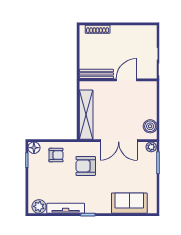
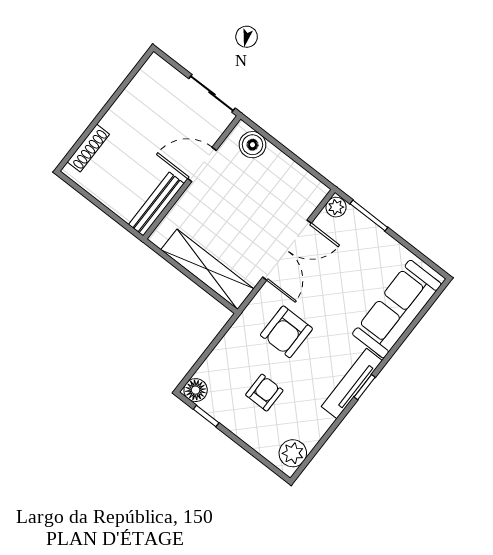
door: (126, 80) -> (202, 165), hinge flipped
boiler: (150, 126) -> (252, 145), moved
armchair: (56, 155) -> (264, 393), moved
sofa: (129, 203) -> (397, 309), width x1.36
tv unit: (66, 208) -> (352, 384), moved

